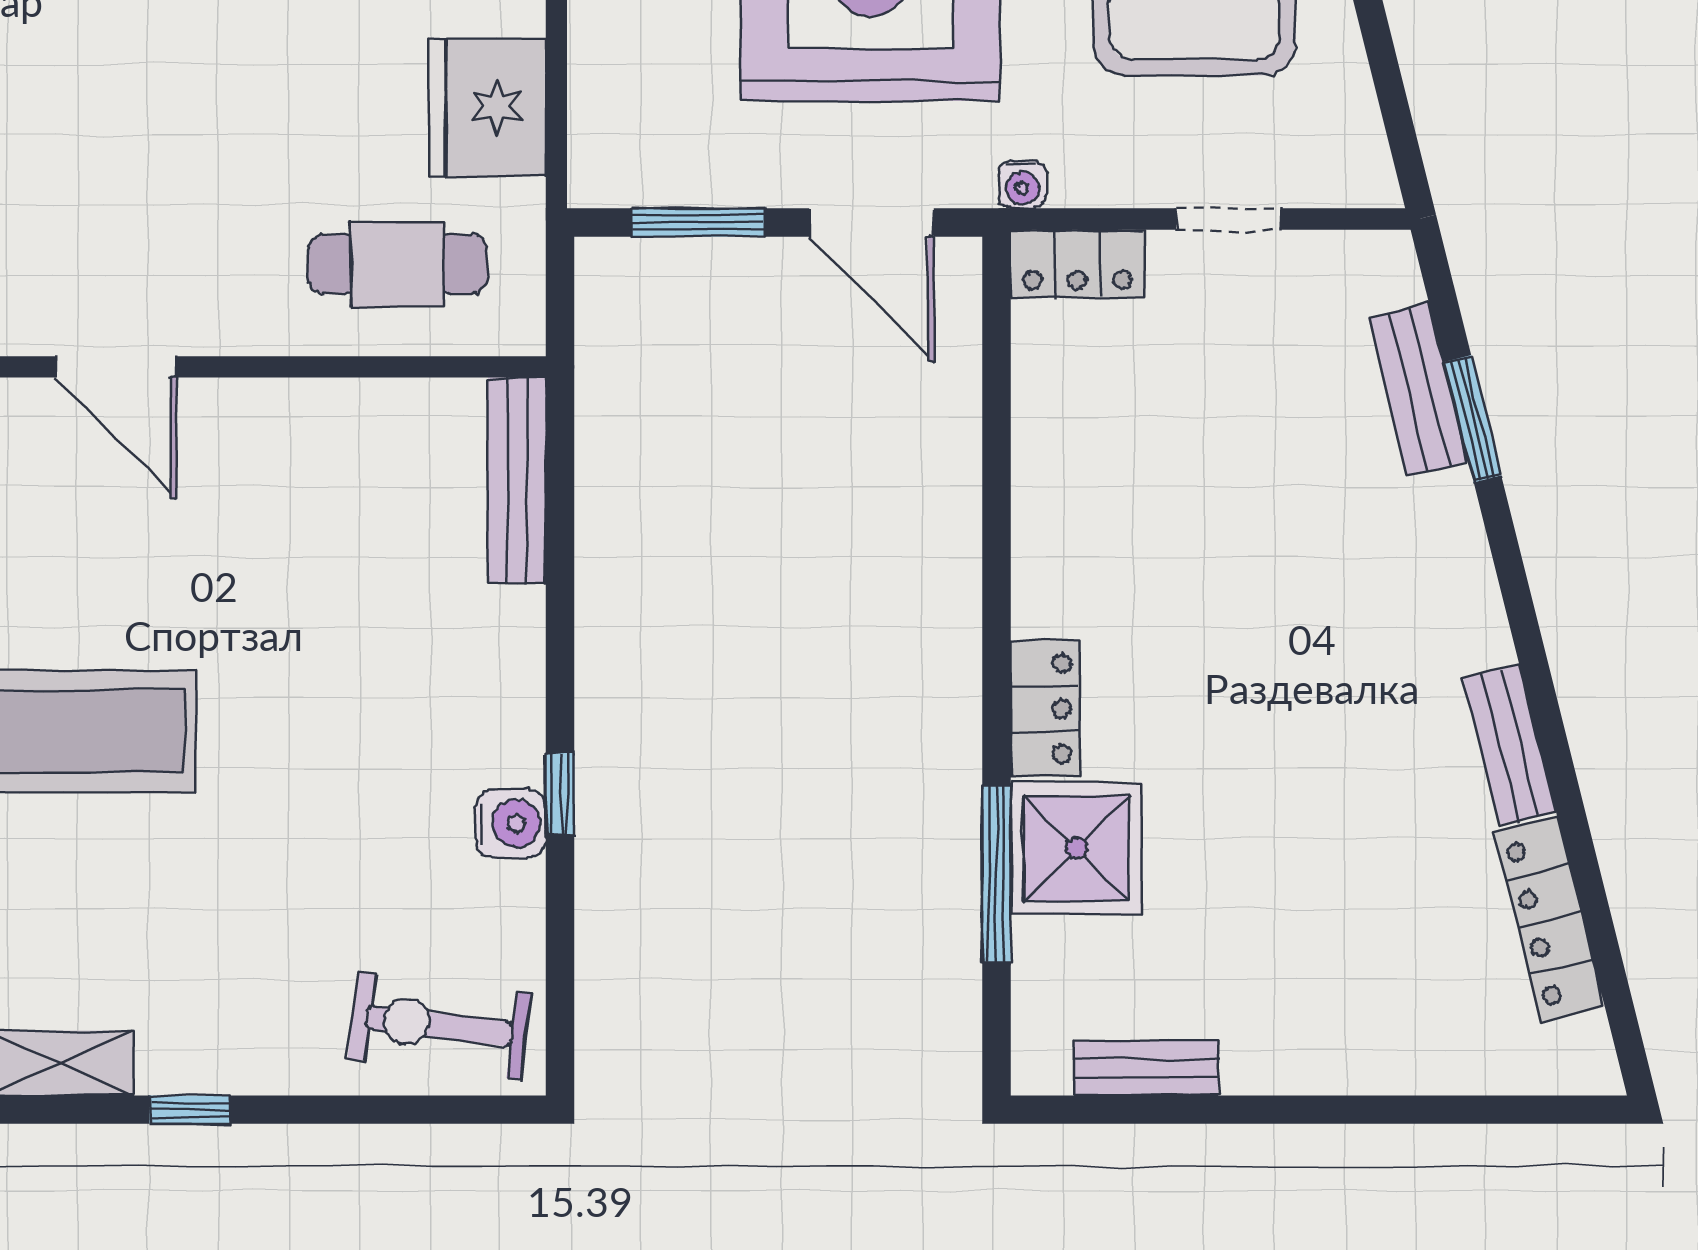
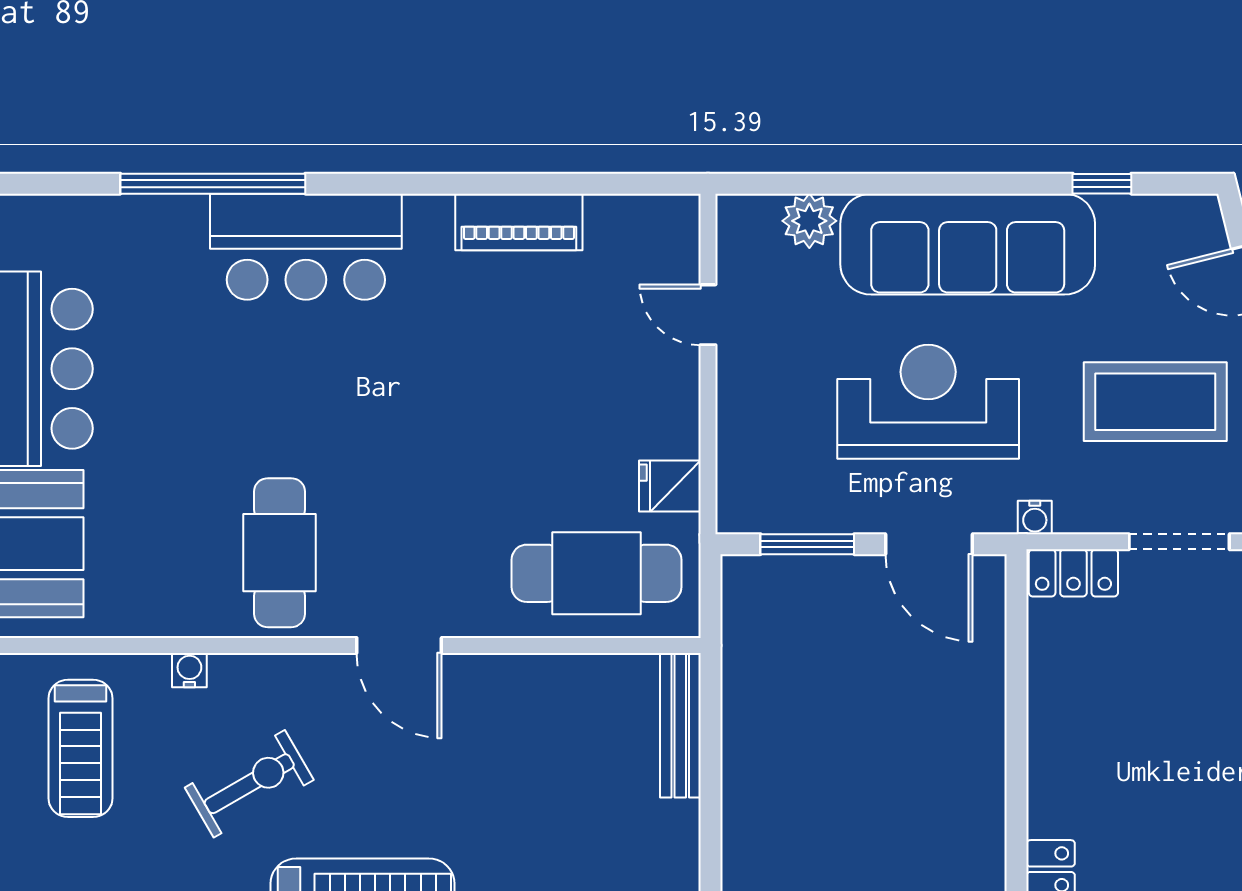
fridge: (487, 107) -> (670, 486), width x0.53, depth x0.75
doorway: (1228, 219) -> (1179, 542), width x1.38
cafe table: (397, 264) -> (597, 573), width x1.37, depth x1.35

